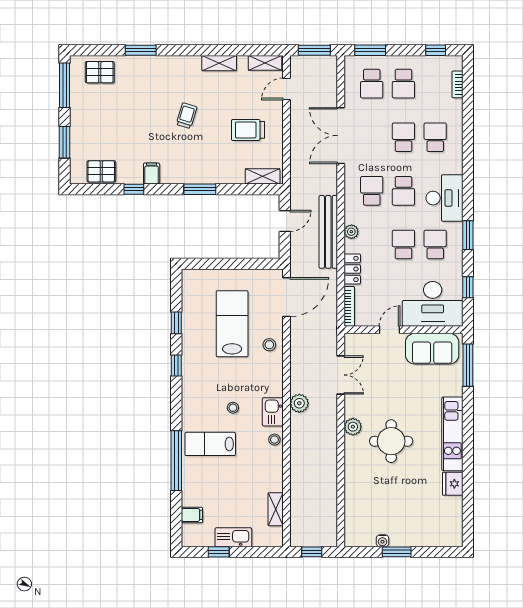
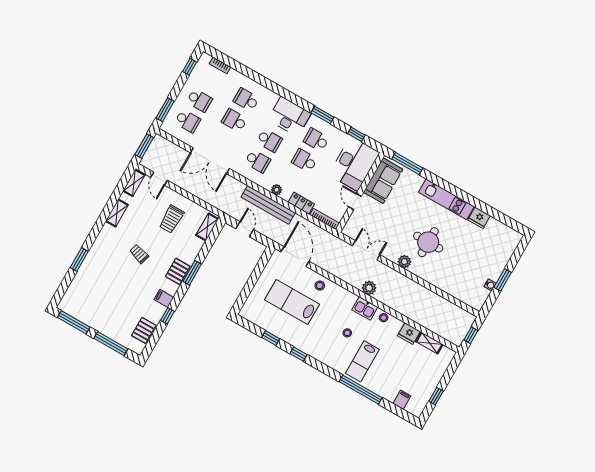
pallet: (100, 72) -> (178, 271), moved
window: (64, 142) -> (111, 344), width x1.44
school desk: (372, 191) -> (258, 161), turned 180
fridge: (273, 479) -> (409, 334), added
kitchen sink: (233, 537) -> (432, 381), removed

